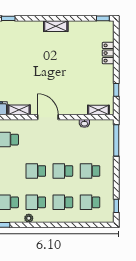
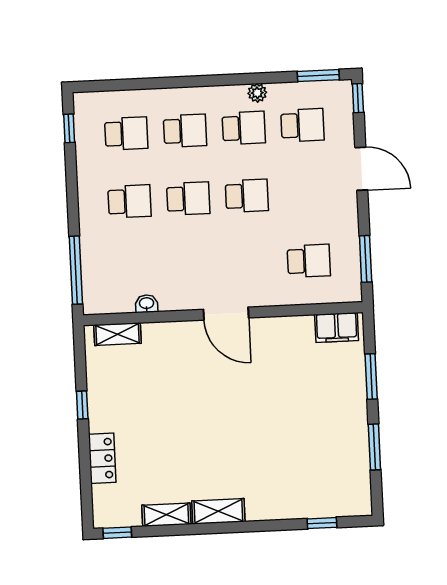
window: (116, 90) -> (82, 405), moved
shelving: (19, 110) -> (166, 515), moved

